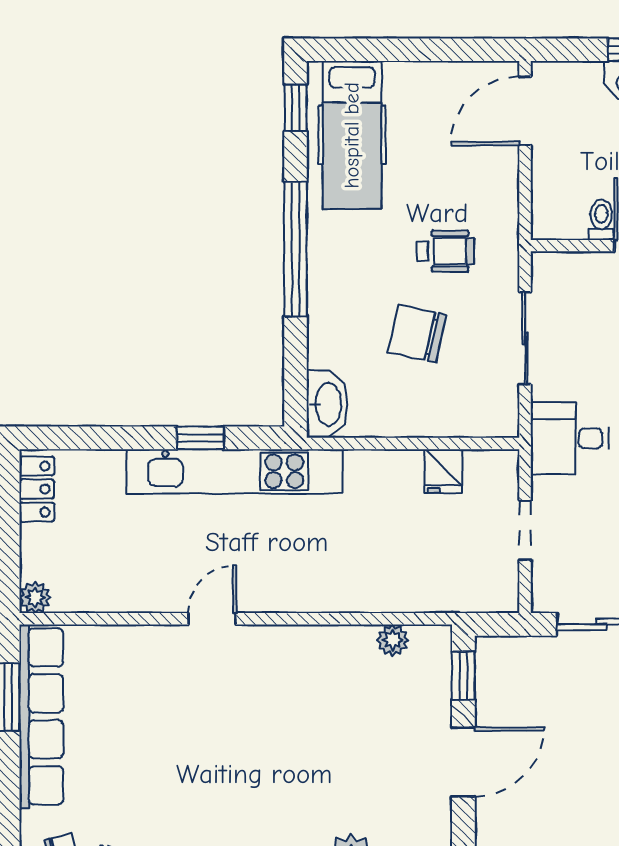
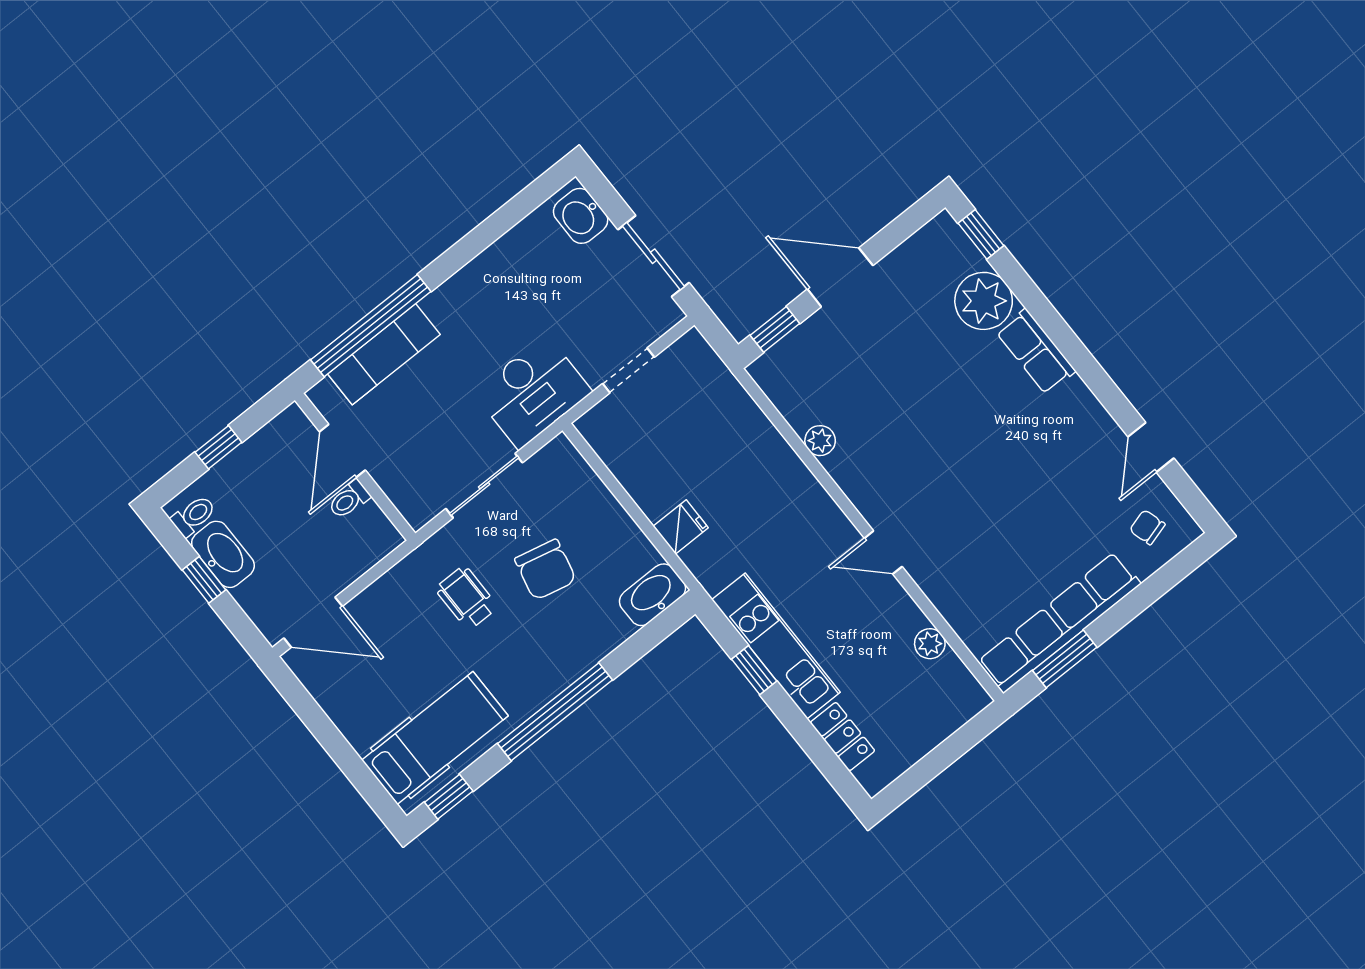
desk: (570, 438) -> (533, 392), width x1.37
kitchen unit: (235, 471) -> (776, 646), width x0.73
fridge: (443, 471) -> (681, 527), moved
locker: (37, 489) -> (842, 737), moved, turned 90
plant: (35, 598) -> (930, 644), moved
plant: (393, 640) -> (820, 441), moved

